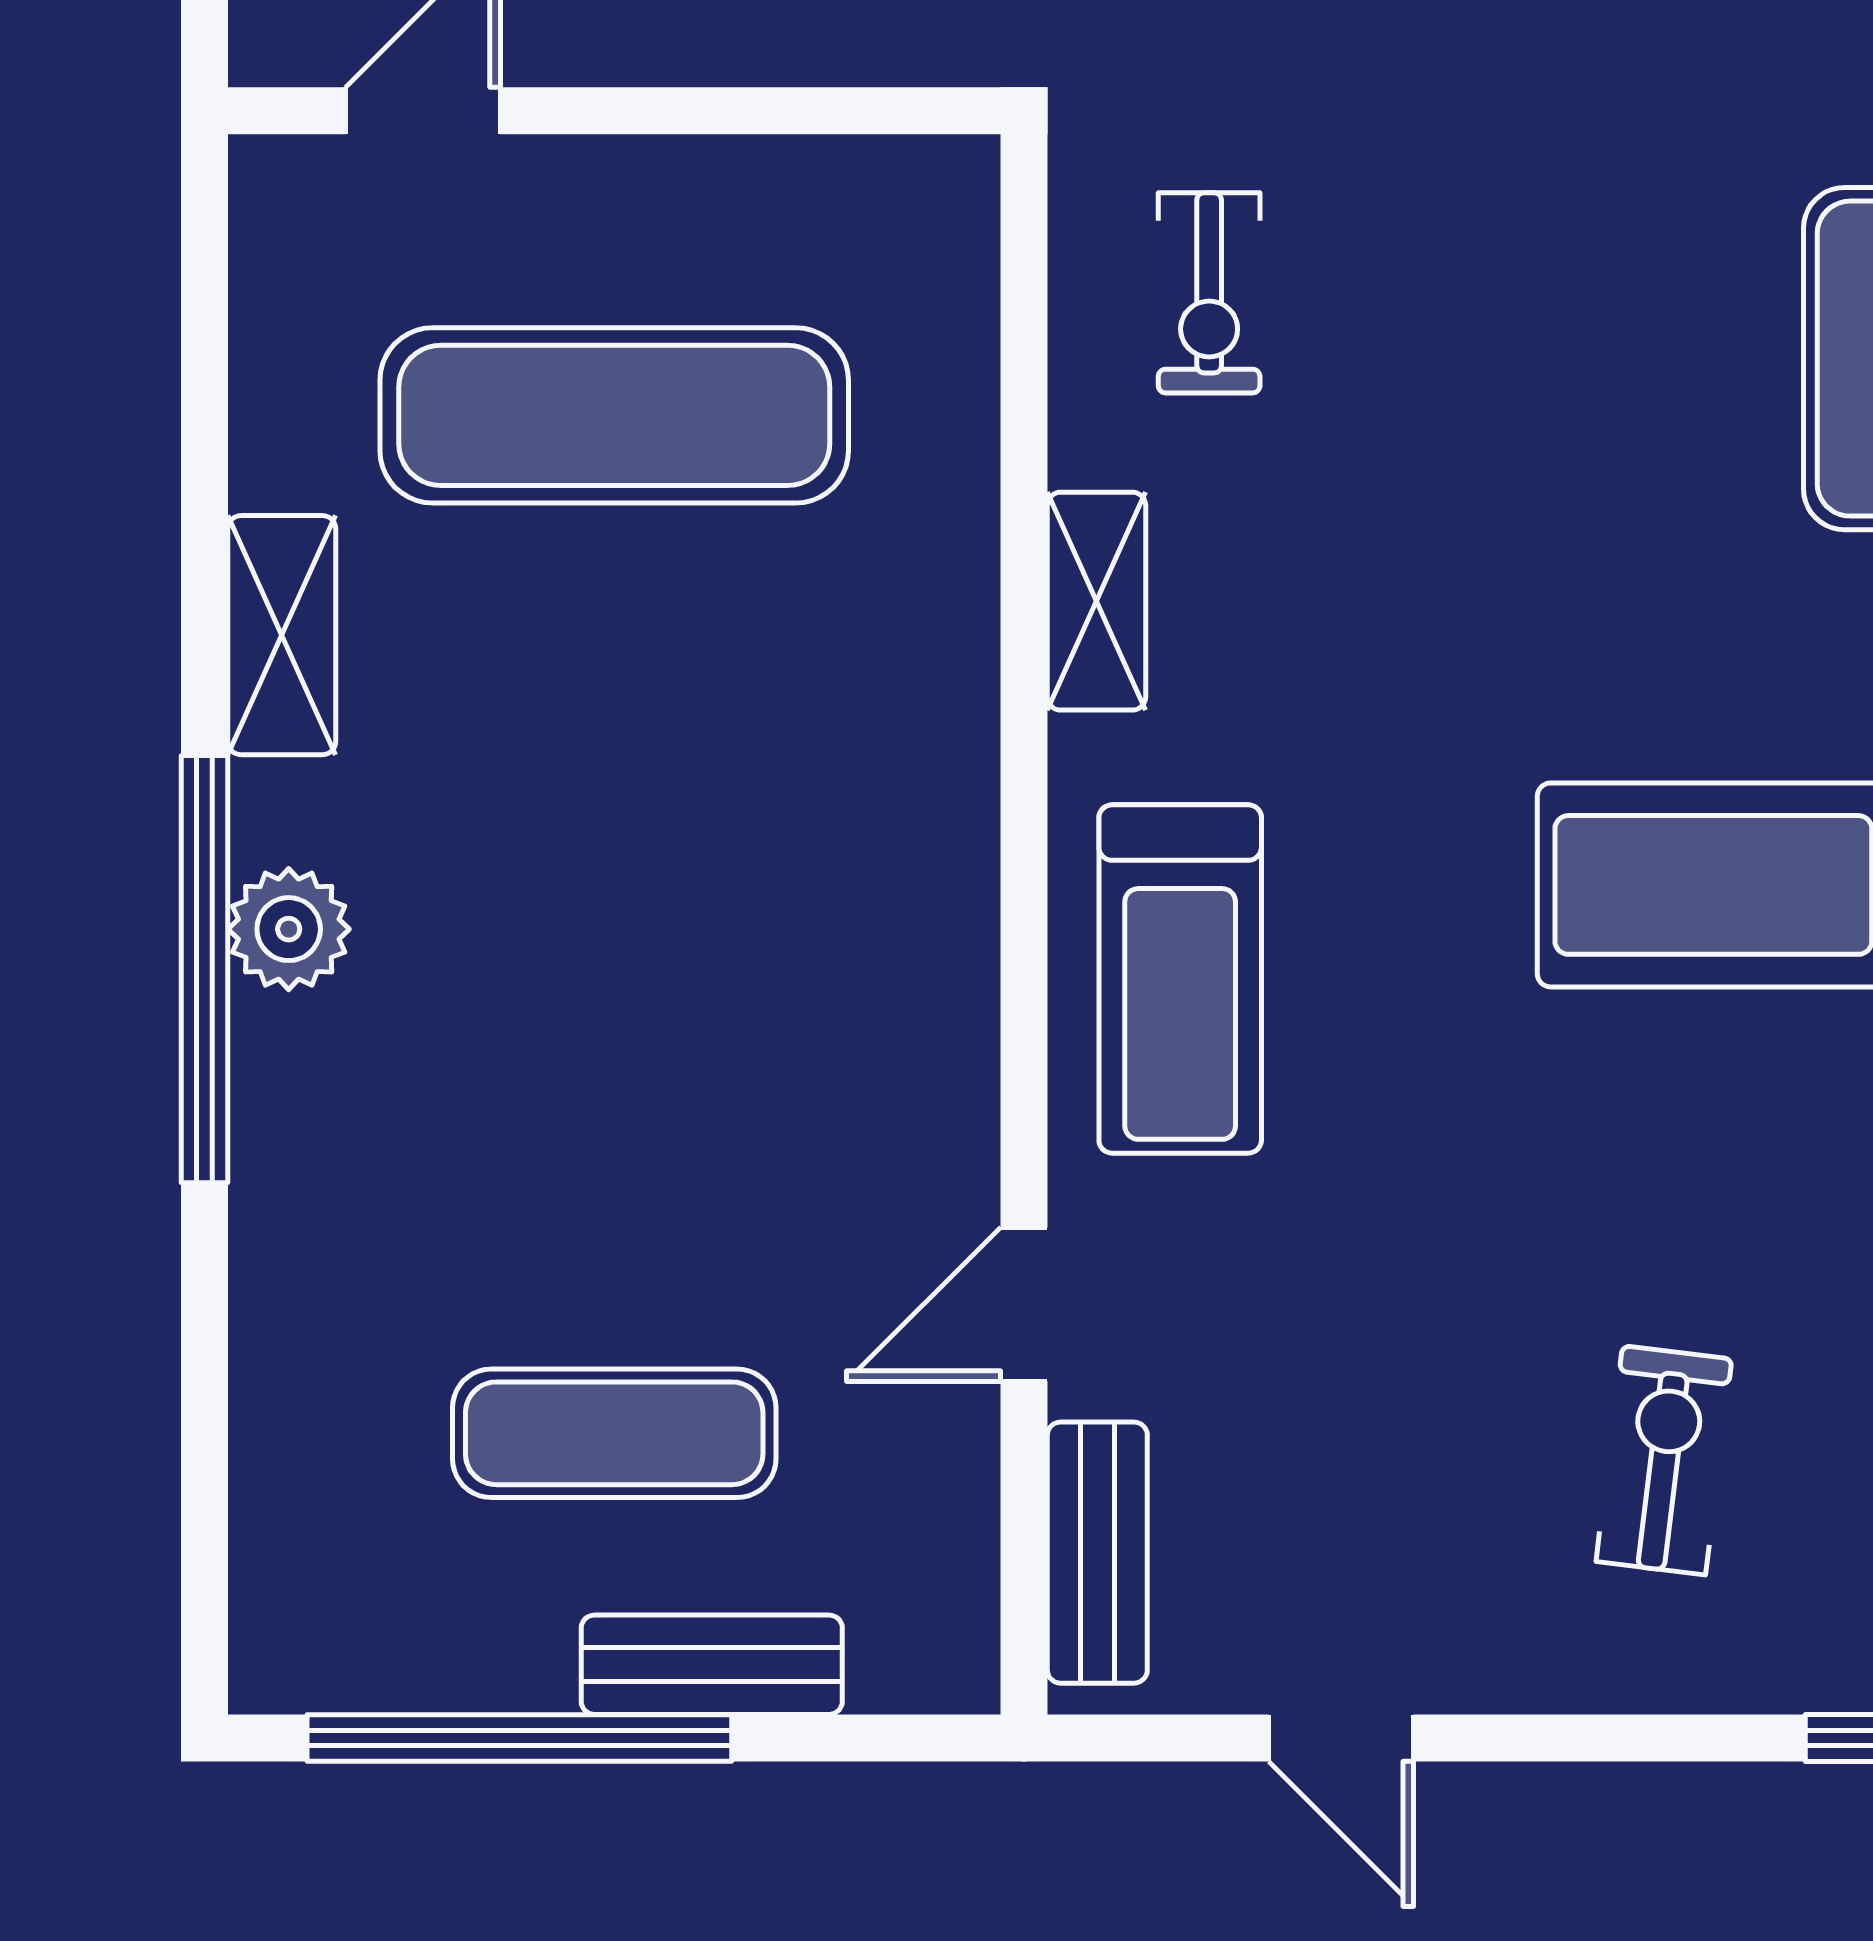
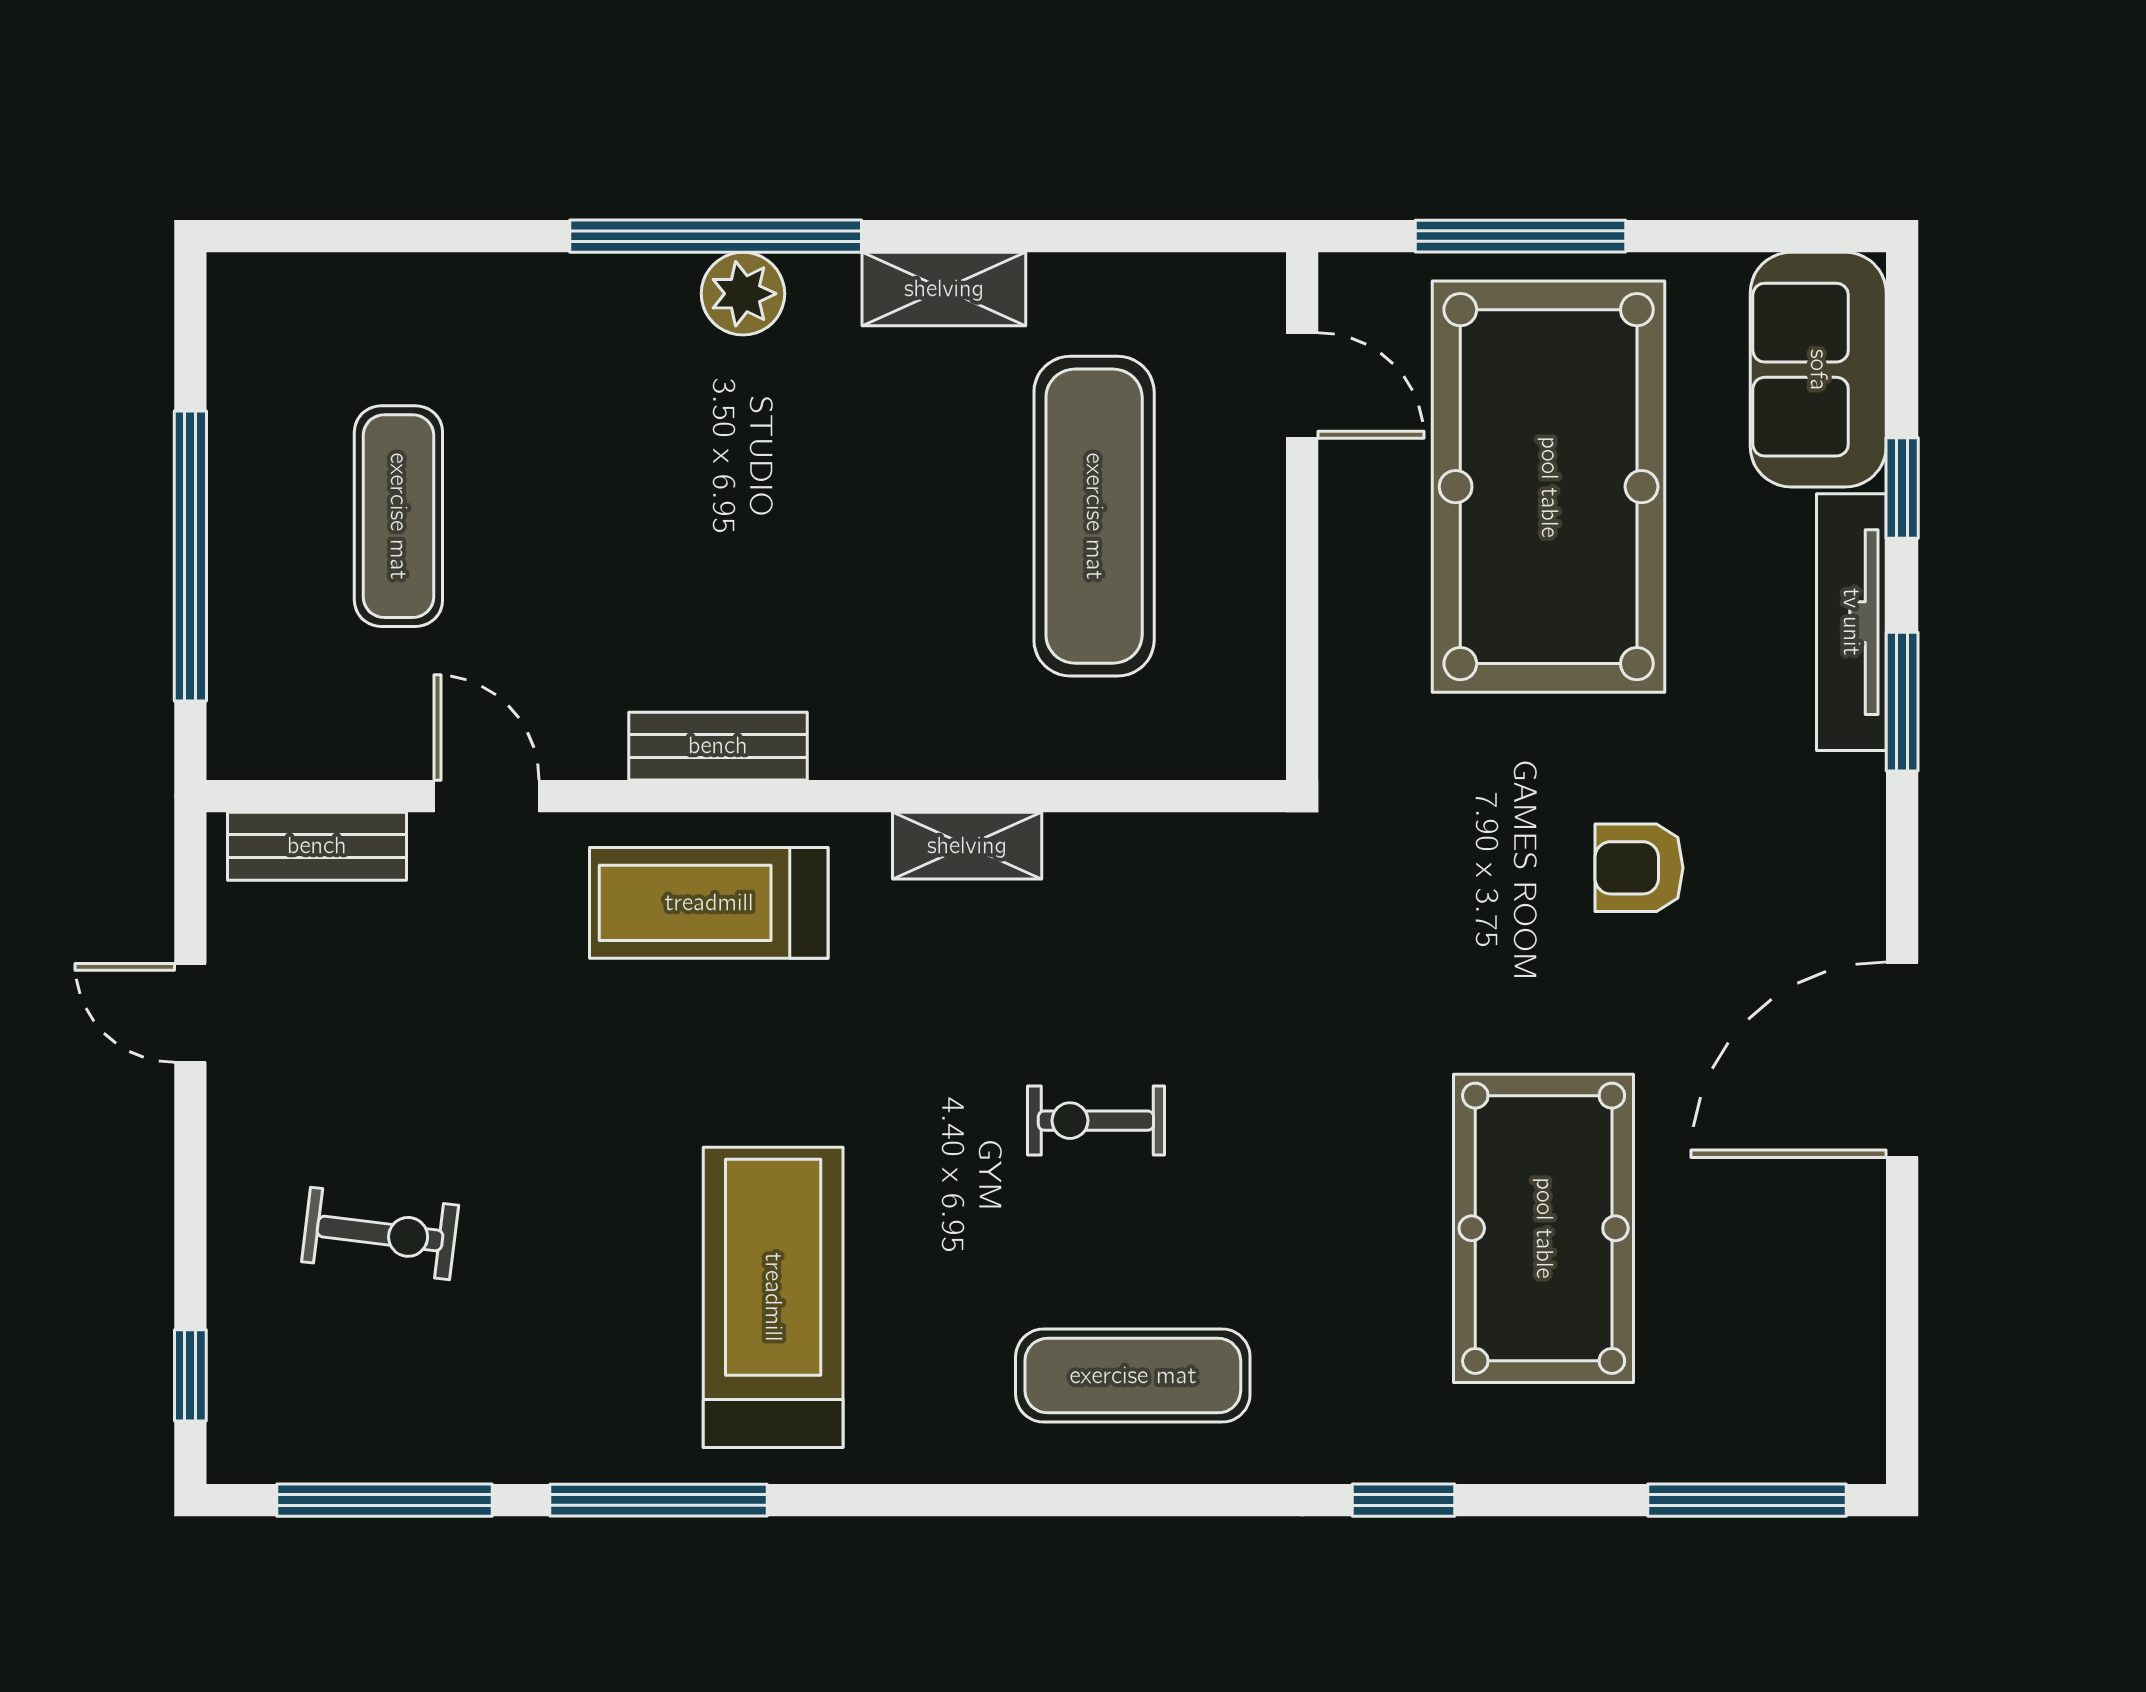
exercise bike: (1209, 293) -> (1096, 1121), moved
bench: (712, 1665) -> (718, 746), moved, turned 90
window: (519, 1738) -> (190, 556), moved
door: (1341, 1738) -> (190, 1013), hinge flipped

